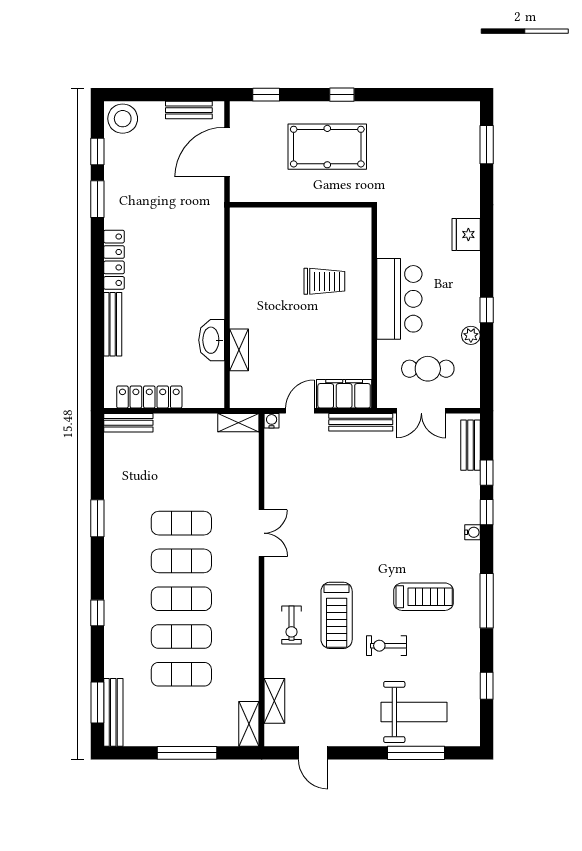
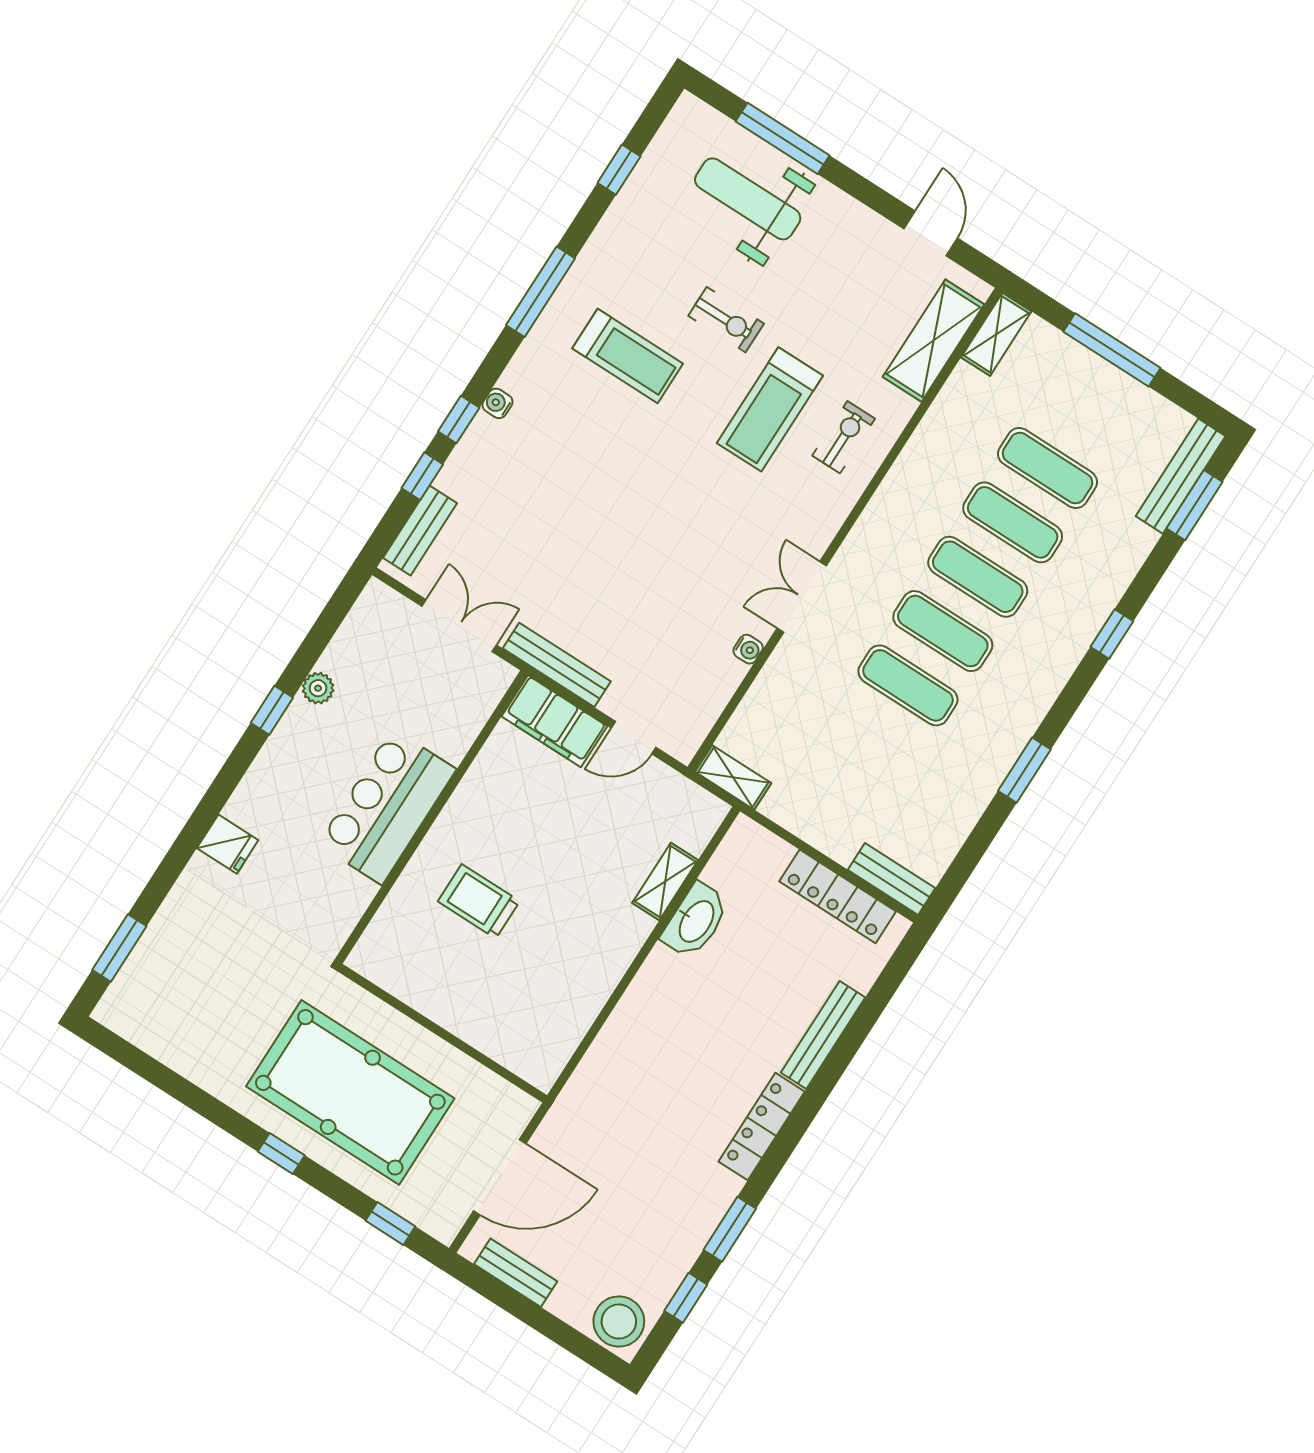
pool table: (327, 147) -> (350, 1092), width x1.36, depth x1.32
fridge: (466, 235) -> (228, 844), width x0.72
cafe table: (428, 369) -> (411, 680), removed
water cooler: (272, 421) -> (748, 649), moved, turned -90
treadmill: (423, 597) -> (628, 356), turned 180
treadmill: (337, 615) -> (770, 409), turned 180
shelving: (274, 701) -> (933, 341), width x1.50, depth x1.33

